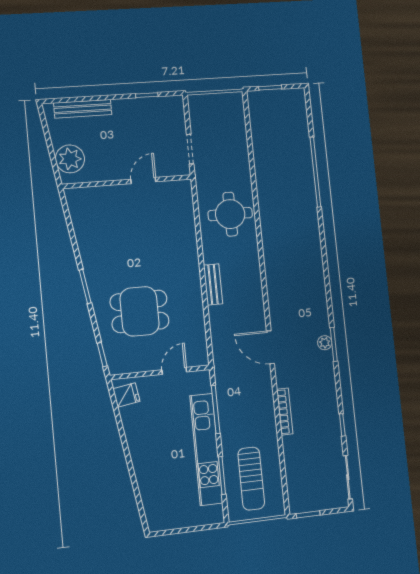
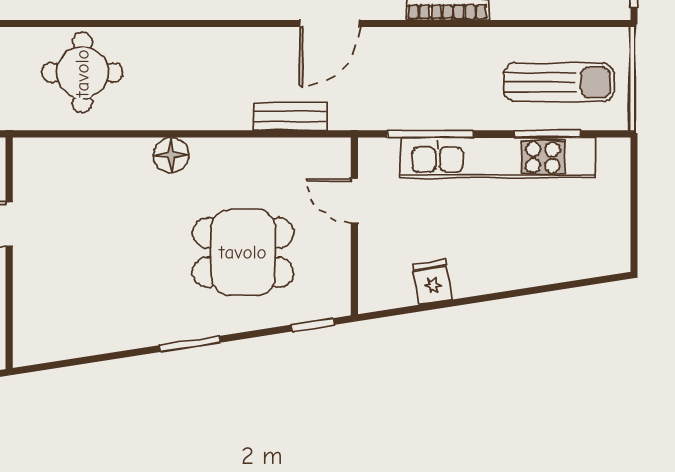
floor lamp: (190, 266) -> (171, 155), added
bench: (213, 284) -> (290, 117), moved
dining table: (139, 311) -> (243, 252), turned 90
fridge: (126, 395) -> (432, 282), moved

